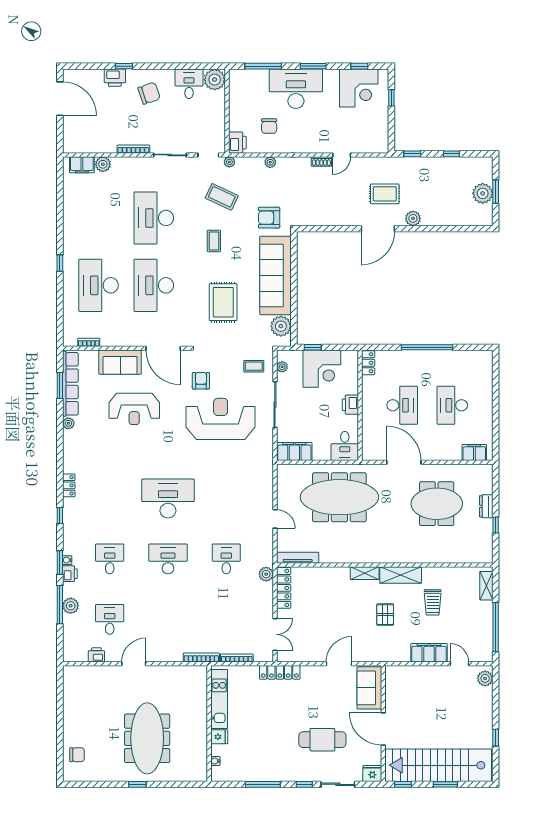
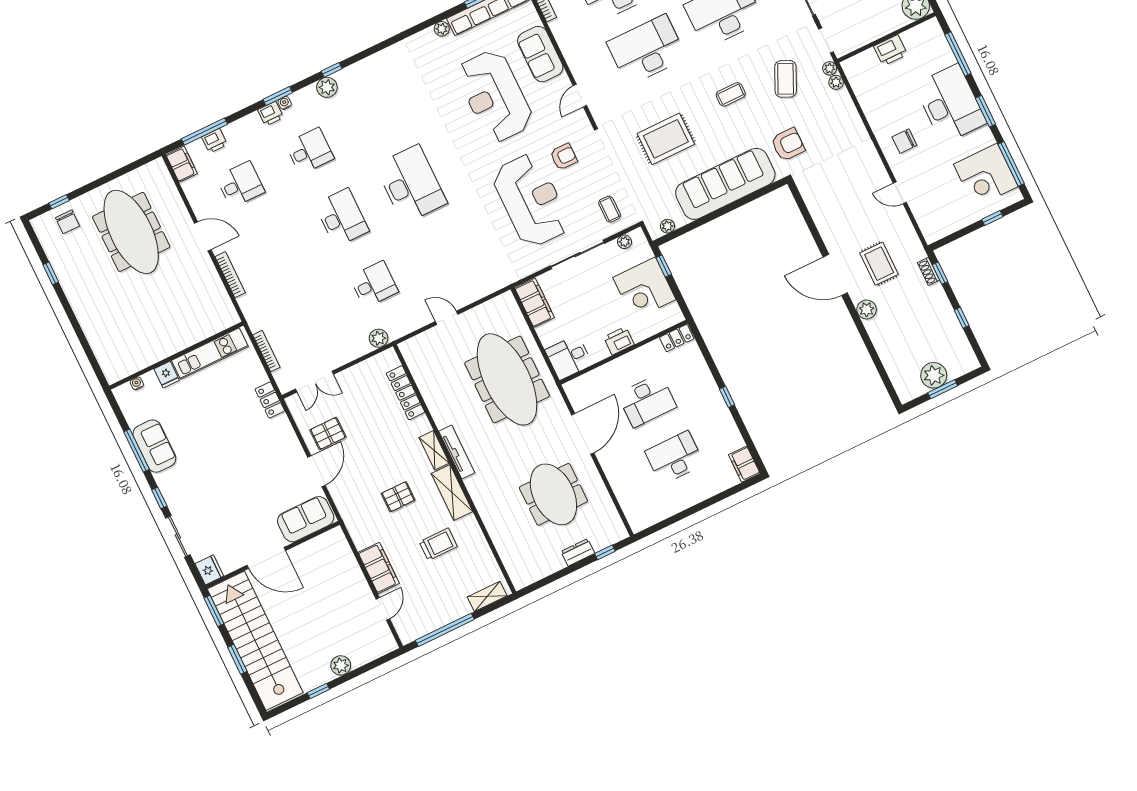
window: (359, 66) -> (1011, 164), width x2.17
chair: (269, 126) -> (904, 141), moved
printer: (237, 143) -> (890, 50), moved
shoe rack: (321, 161) -> (928, 271), moved
plant: (270, 162) -> (836, 82), moved
armchair: (269, 218) -> (788, 144), turned 90
plant: (281, 326) -> (667, 226), width x0.53, depth x0.53
window: (427, 347) -> (727, 397), width x0.32
door: (163, 348) -> (580, 96), width x0.53
reception desk: (134, 409) -> (495, 96), width x1.36, depth x1.30
filing cabinet: (474, 452) -> (744, 464), moved, turned 180
locker: (69, 485) -> (371, 63), removed
door: (275, 519) -> (447, 318), swing flipped
window: (496, 525) -> (605, 552), moved
tv unit: (298, 558) -> (457, 452), moved
locker: (284, 588) -> (405, 393), moved, turned 90
trolley: (433, 602) -> (438, 544), turned 180
window: (60, 605) -> (204, 131), moved
plant: (71, 606) -> (327, 87), moved
pallet: (316, 643) -> (328, 433), added
filing cabinet: (75, 654) -> (182, 164), added
printer: (96, 655) -> (214, 141), moved, turned 90
bookcase: (201, 658) -> (230, 275), moved
door: (339, 664) -> (316, 471), hinge flipped
locker: (280, 672) -> (270, 400), width x0.66
plant: (485, 678) -> (341, 665), moved
door: (383, 729) -> (266, 558), swing flipped
meeting table: (147, 738) -> (131, 232), moved, turned 90
cafe table: (322, 740) -> (220, 494), removed
window: (60, 754) -> (59, 202), added
sofa: (266, 770) -> (154, 446), added
window: (137, 784) -> (51, 273), moved
window: (403, 784) -> (214, 611), width x1.50

